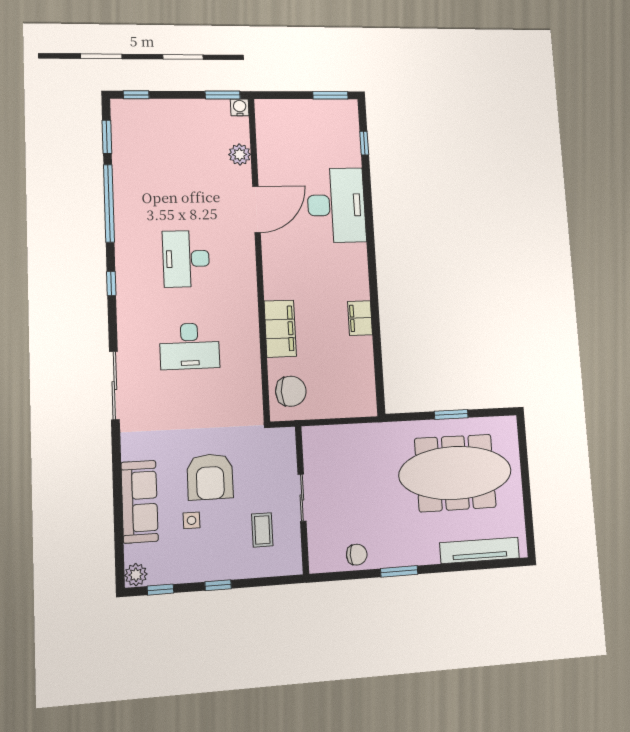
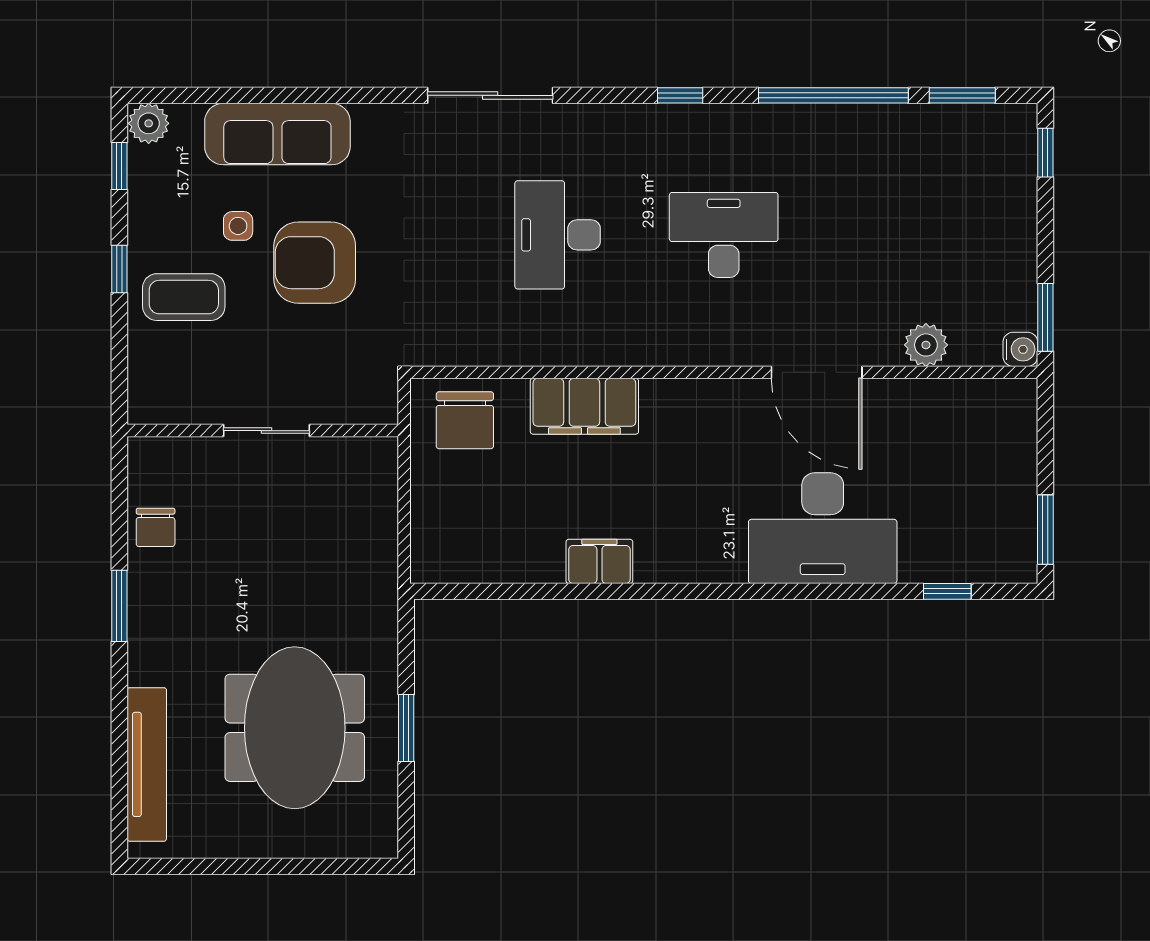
meeting table: (455, 473) -> (295, 728), width x0.73
coffee table: (262, 530) -> (184, 297), moved, width x1.36, depth x1.30

